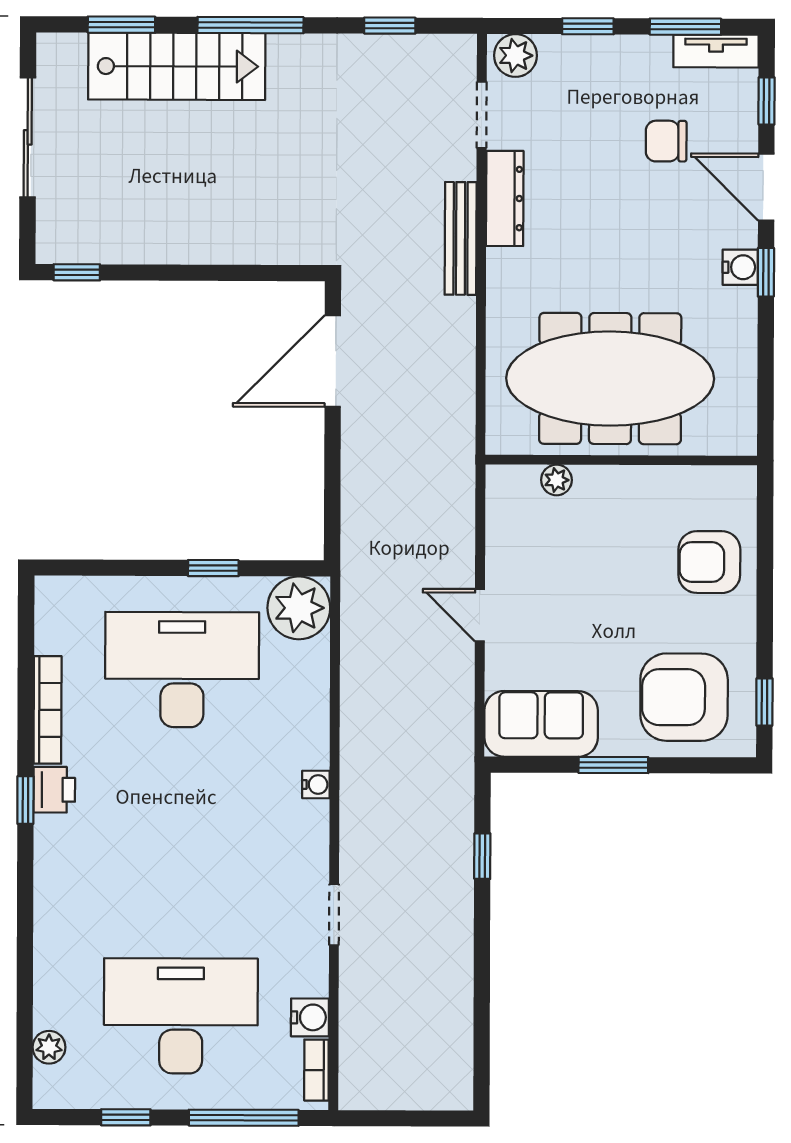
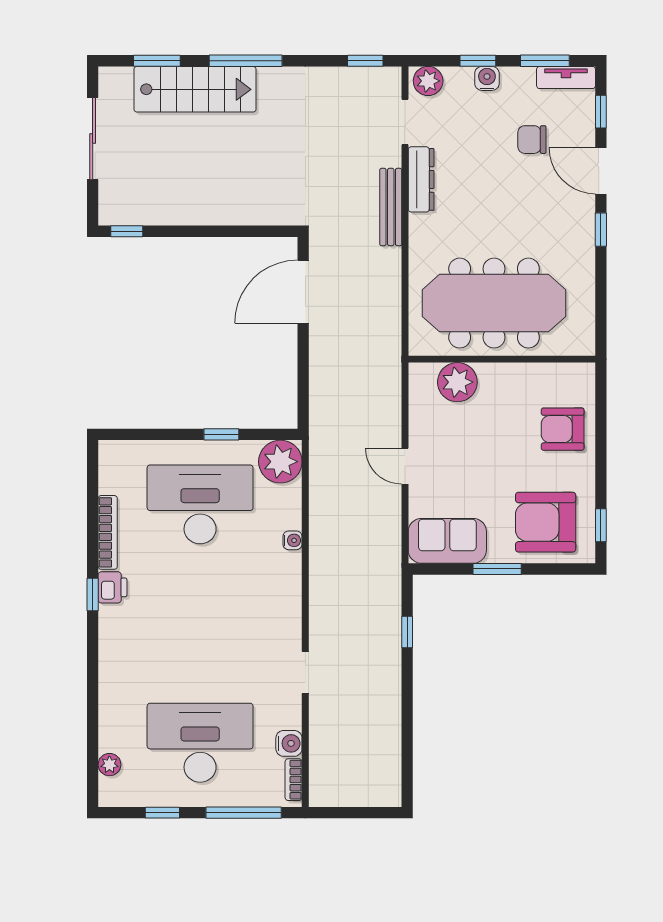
window: (390, 26) -> (365, 61), moved
water cooler: (740, 267) -> (487, 78), moved, turned -90
plant: (557, 480) -> (457, 382), width x1.88, depth x1.88
water cooler: (316, 785) -> (293, 540), moved

